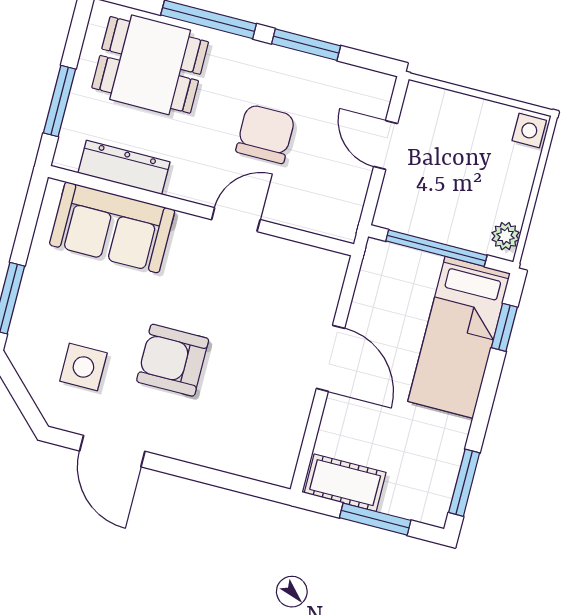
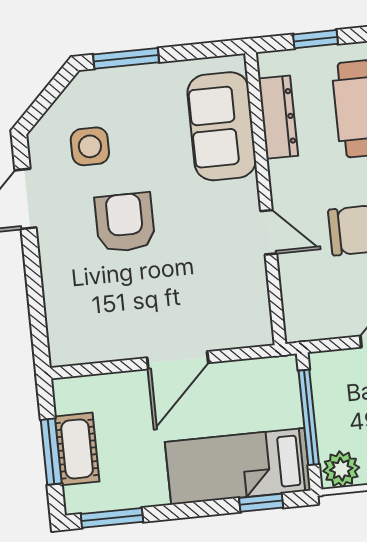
window: (60, 101) -> (315, 39), width x0.67
plant: (506, 236) -> (341, 469), width x1.38, depth x1.38
cot: (345, 483) -> (77, 449), moved

